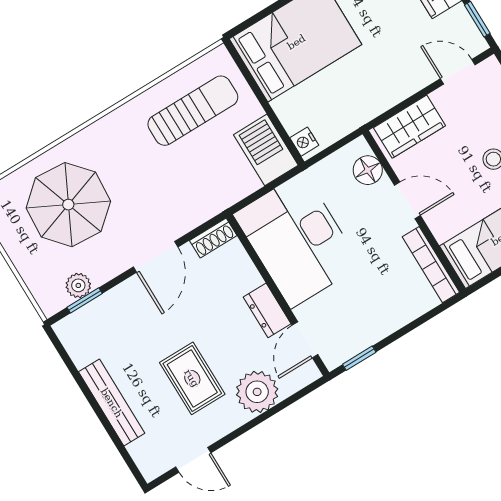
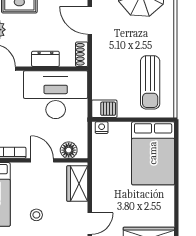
barbecue: (266, 150) -> (104, 109), width x0.73, depth x0.79
door: (407, 200) -> (42, 160), swing flipped
dresser: (267, 310) -> (45, 59), moved

